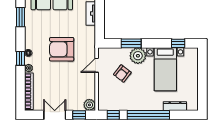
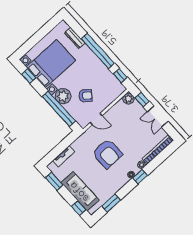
window: (131, 43) -> (59, 109), width x2.11
bed with nightstands: (165, 69) -> (51, 64), width x1.36

